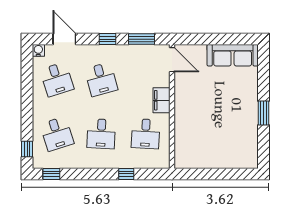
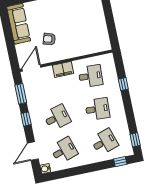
armchair: (204, 91) -> (49, 39), added

